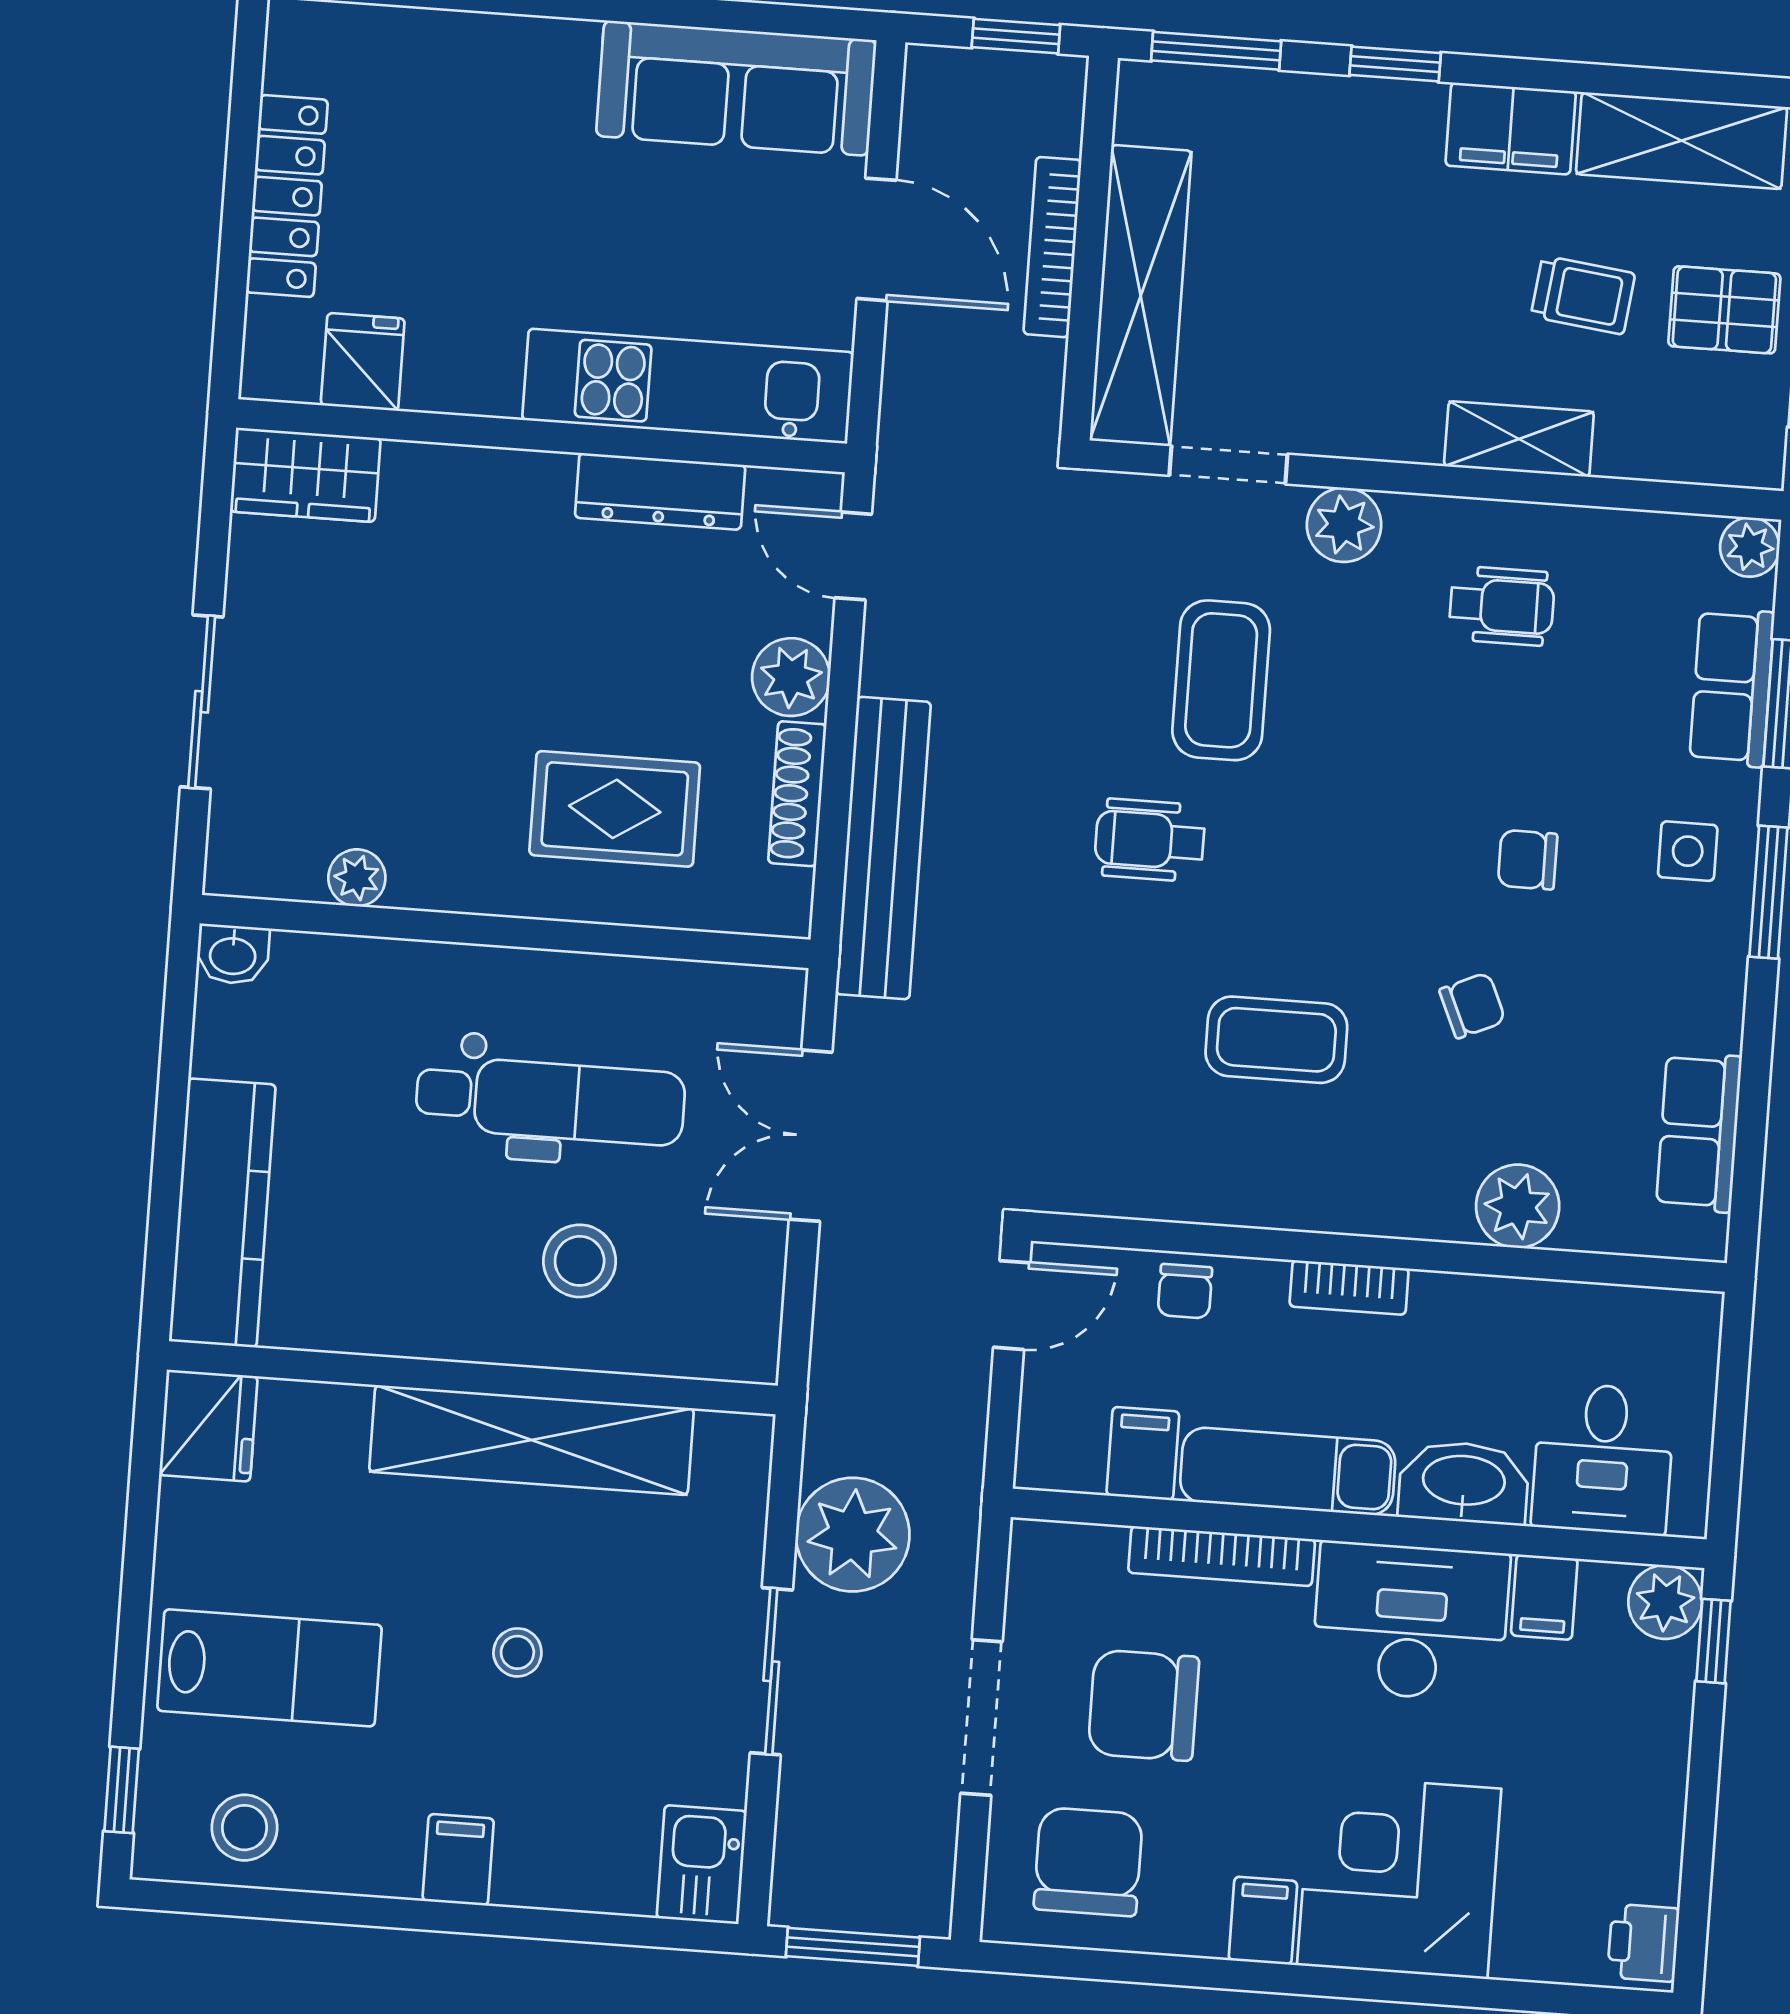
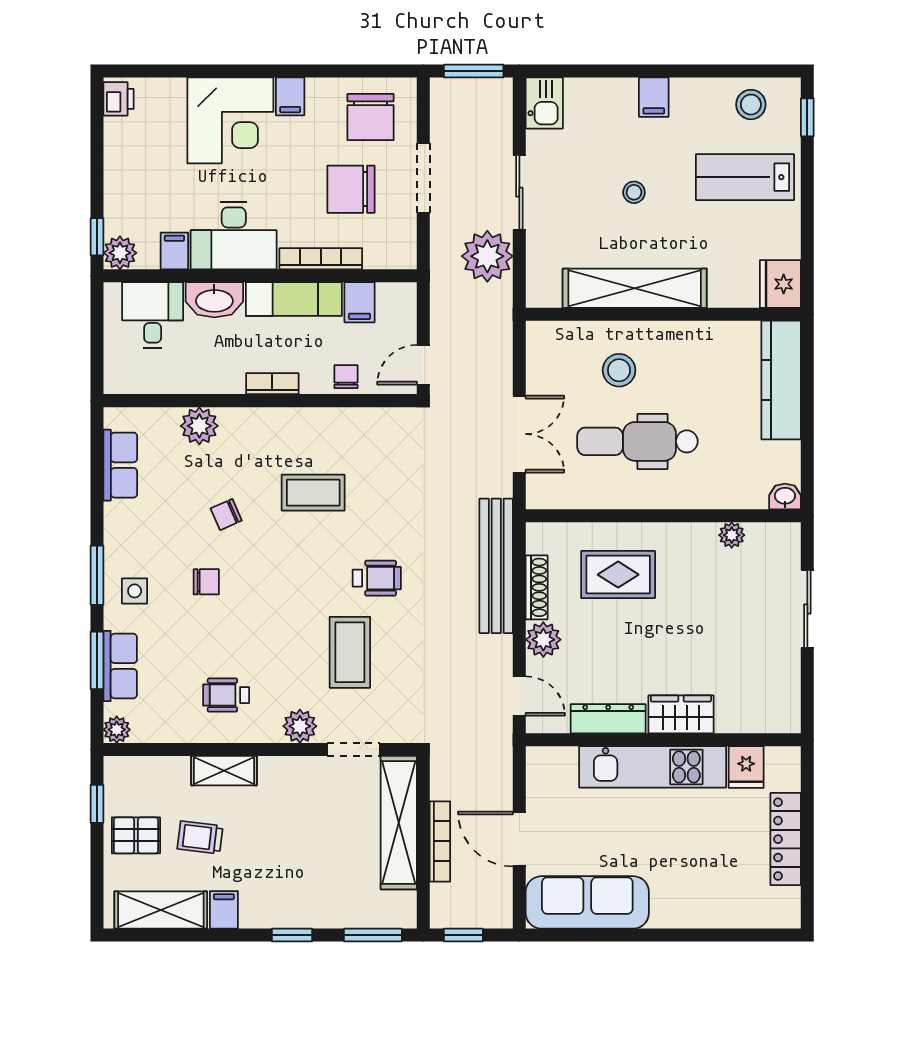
filing cabinet: (1511, 129) -> (224, 910), width x0.50
kitchen unit: (688, 386) -> (653, 767), moved
wardrobe: (305, 475) -> (681, 714), moved
chair: (1143, 1705) -> (351, 189), turned 180

